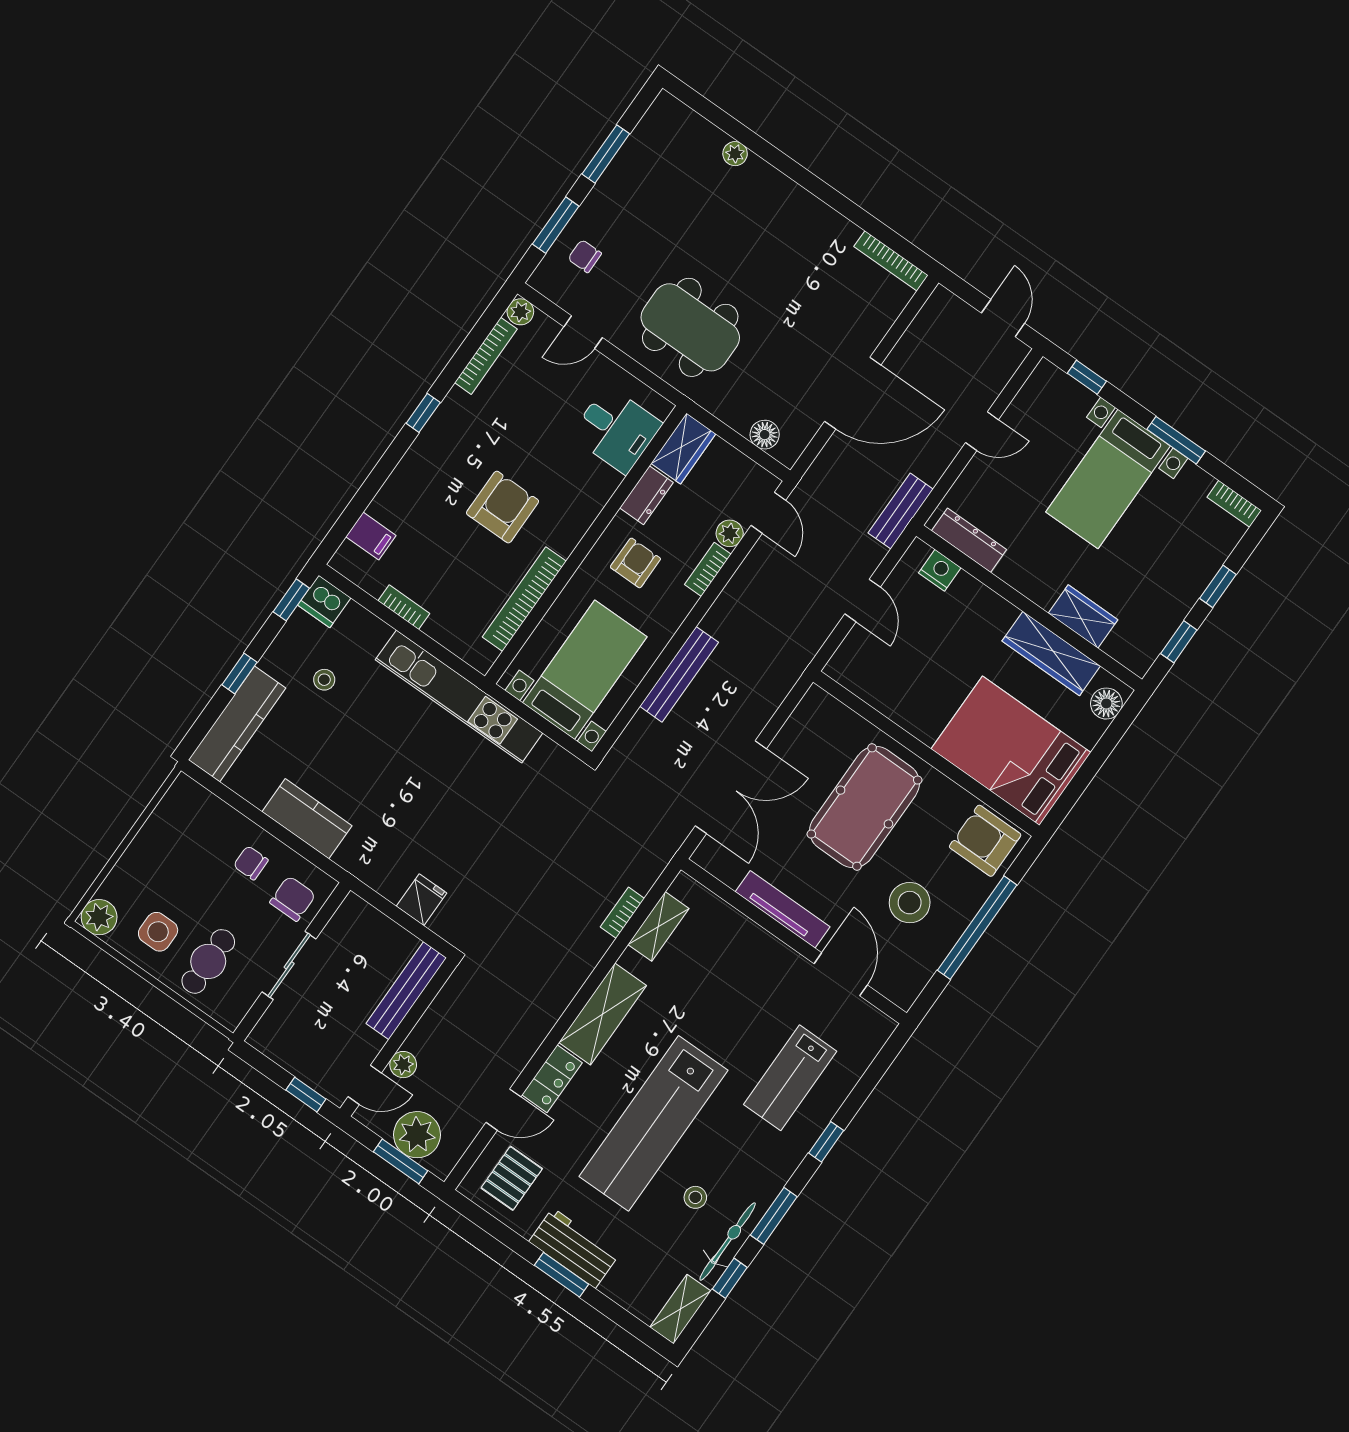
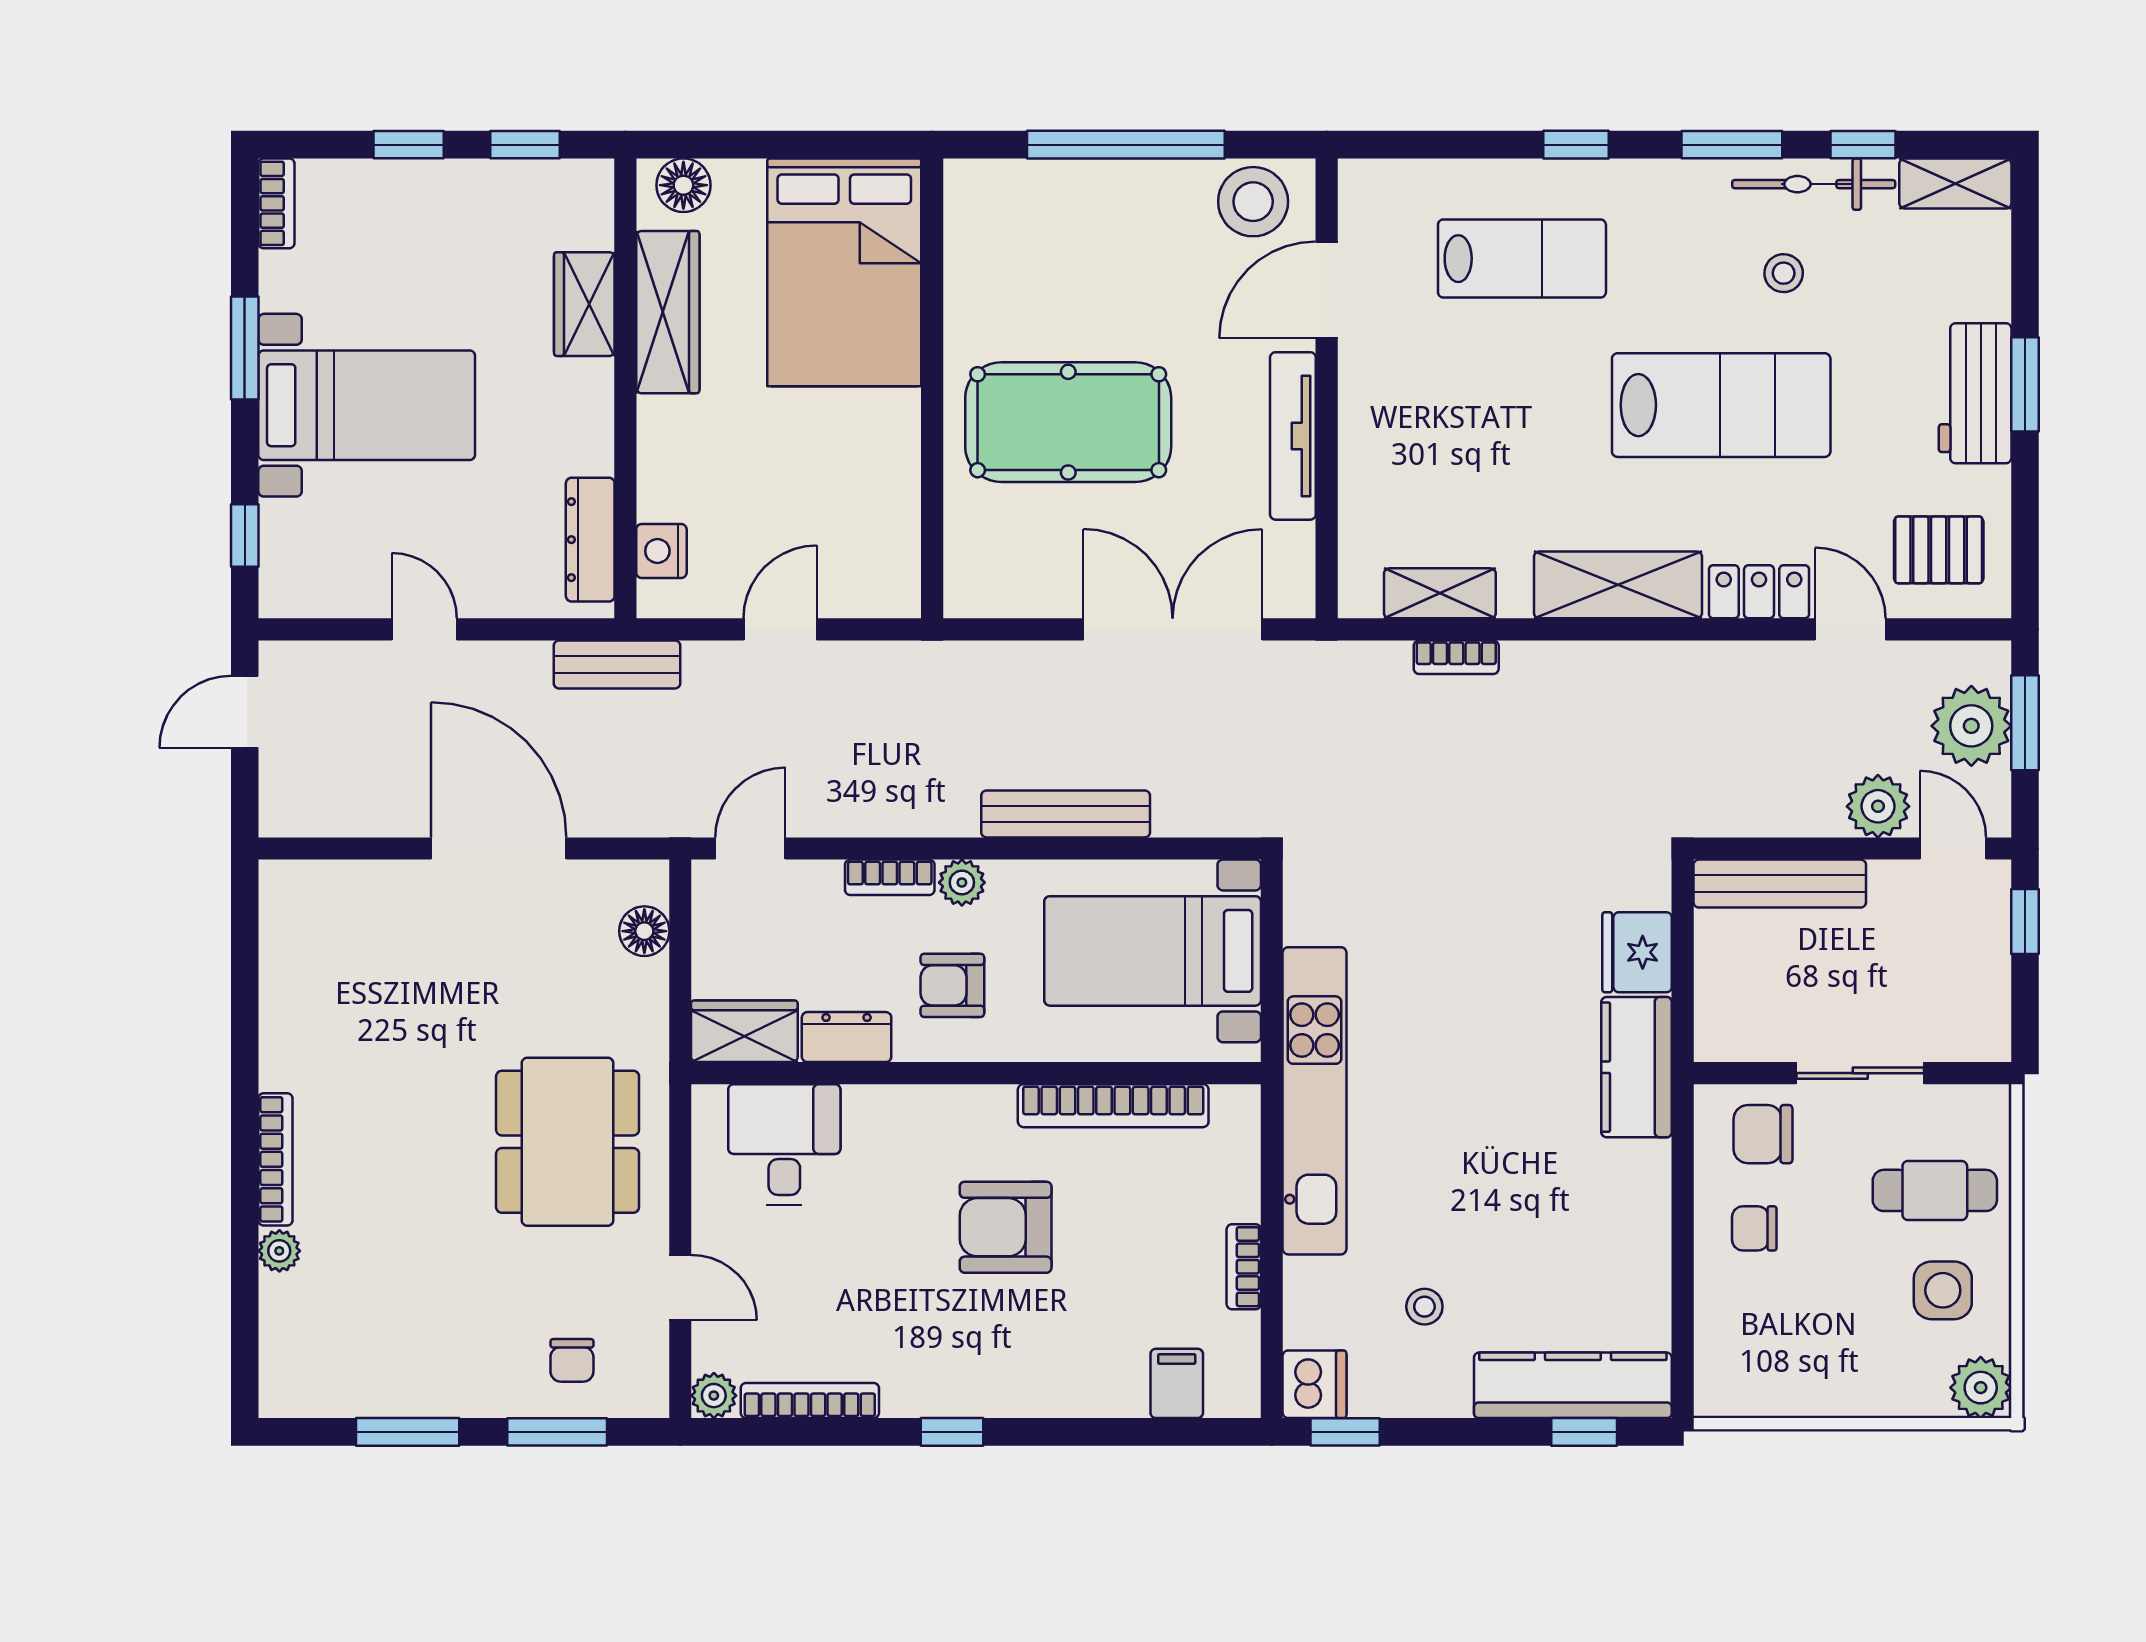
bookcase: (891, 261) -> (275, 1159), moved
plant: (730, 533) -> (962, 883), moved
window: (239, 673) -> (1584, 1432), moved
kitchen counter: (307, 819) -> (1637, 1067), moved
armchair: (985, 841) -> (996, 220), removed
chair: (251, 863) -> (1754, 1228), turned 90
fridge: (421, 900) -> (1637, 952), width x1.38
stool: (910, 903) -> (1253, 202), moved
plant: (403, 1065) -> (1878, 806), width x1.38, depth x1.38
lab bench: (654, 1123) -> (1721, 405), width x0.73

